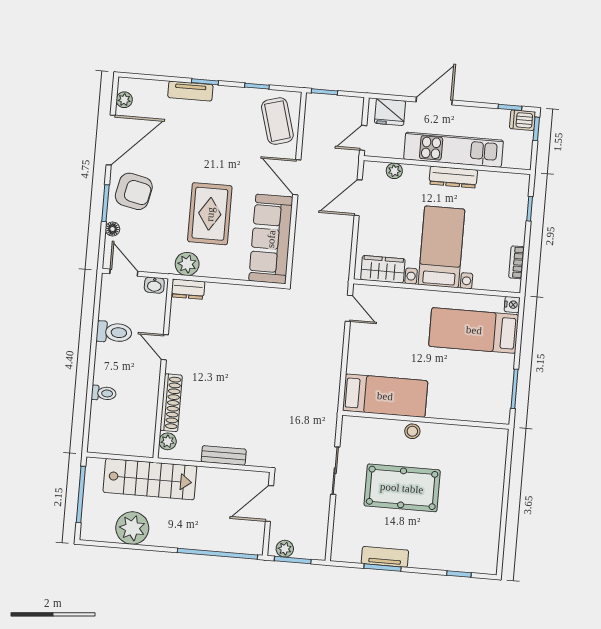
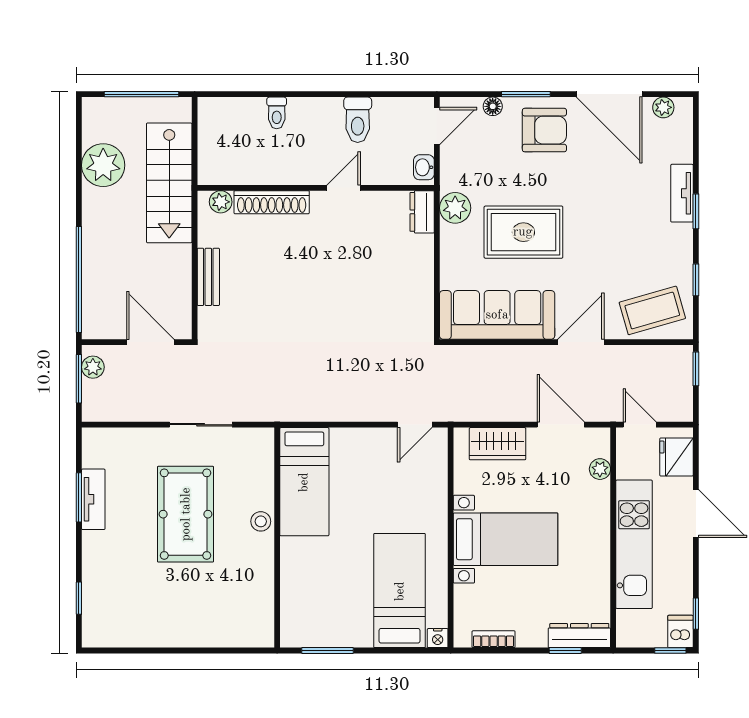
dresser: (453, 177) -> (579, 636), moved, turned 90
armchair: (134, 191) -> (544, 130), turned -102
wardrobe: (383, 269) -> (498, 444), moved, turned 90

